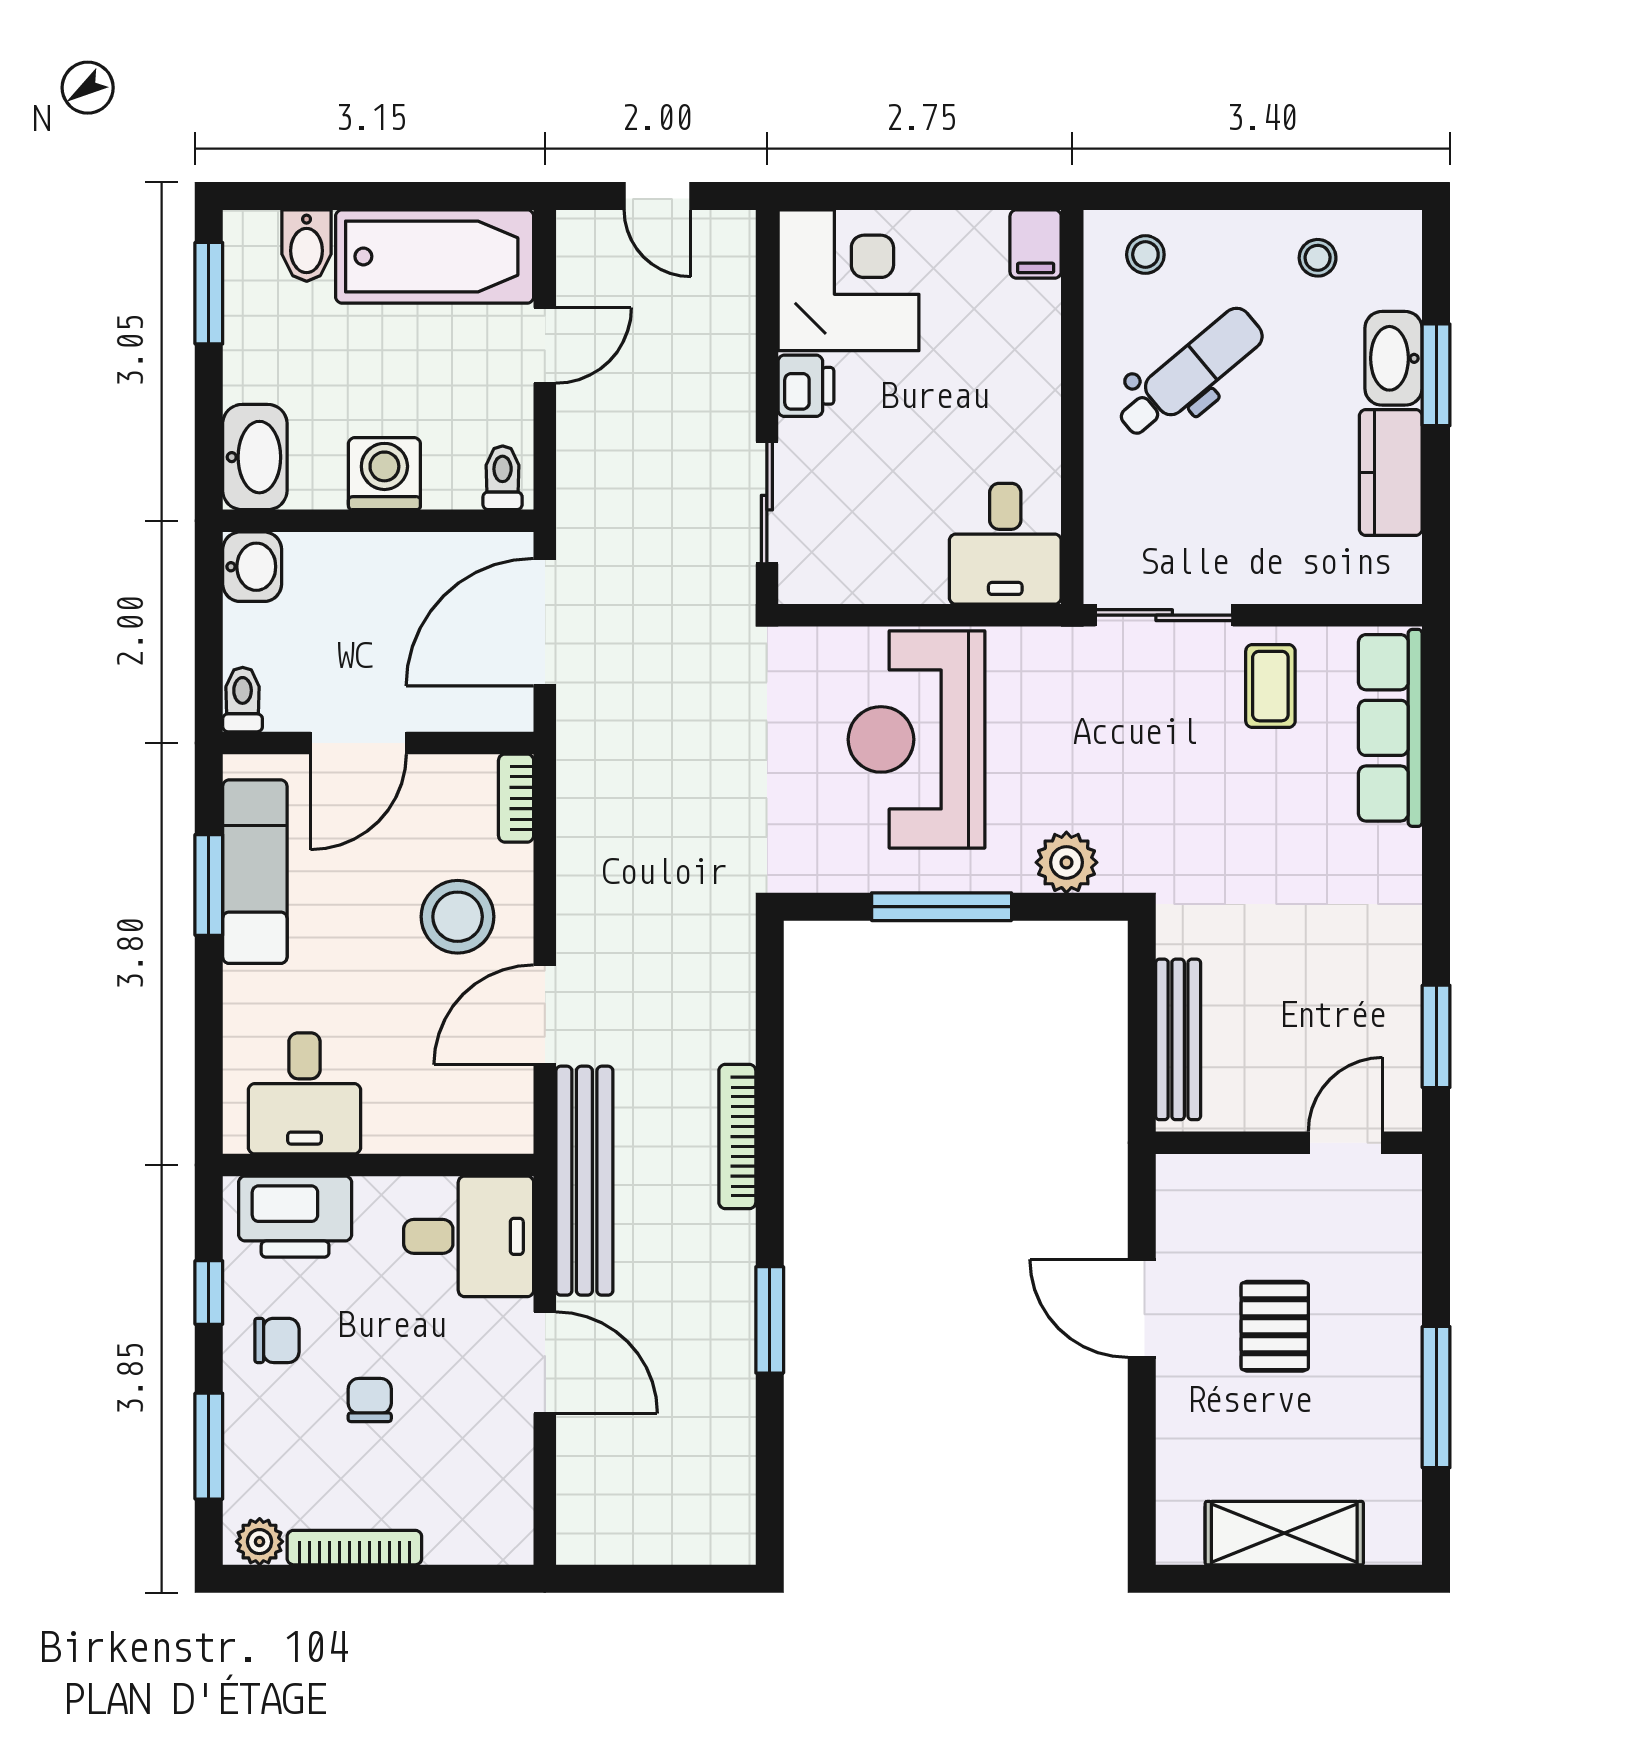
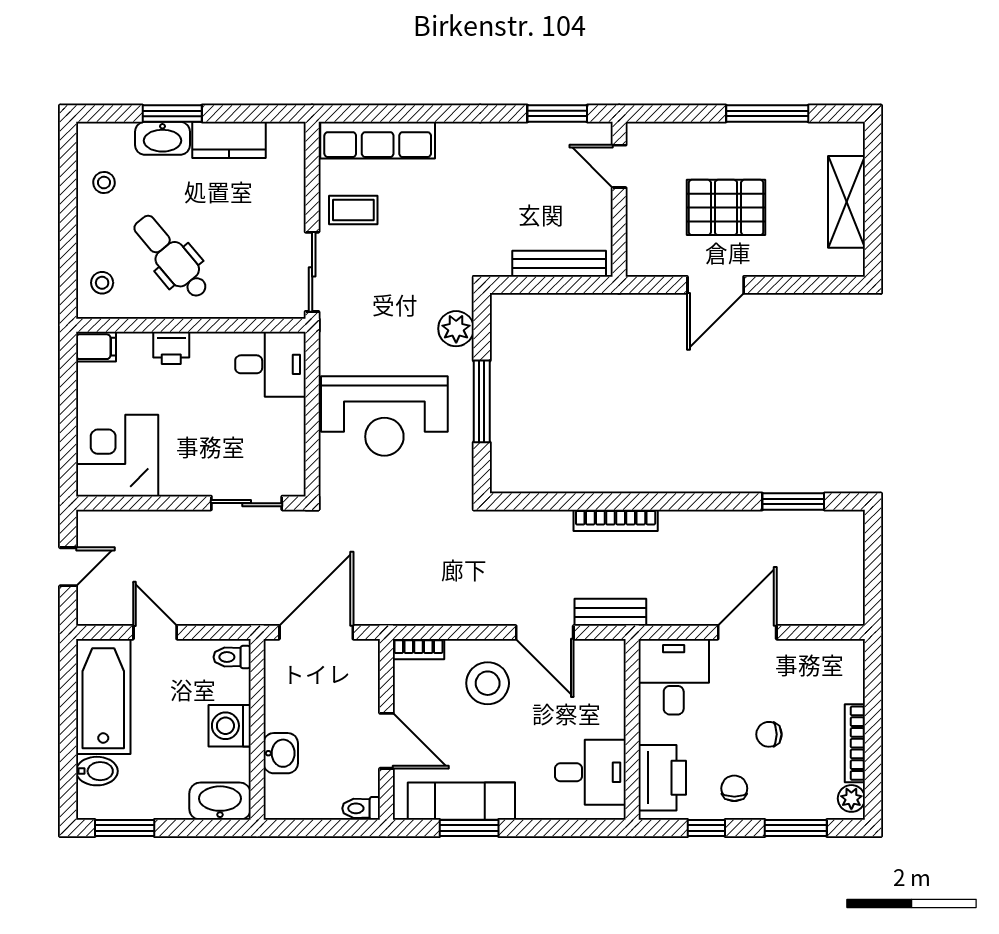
printer: (806, 386) -> (171, 348), moved, turned 180
washbasin: (252, 567) -> (281, 753), moved, turned 90
door: (545, 622) -> (316, 632), swing flipped
bench: (584, 1181) -> (610, 612), width x0.54, depth x0.82
window: (770, 1320) -> (793, 501), moved
pallet: (1275, 1326) -> (726, 207), width x1.50, depth x1.42

